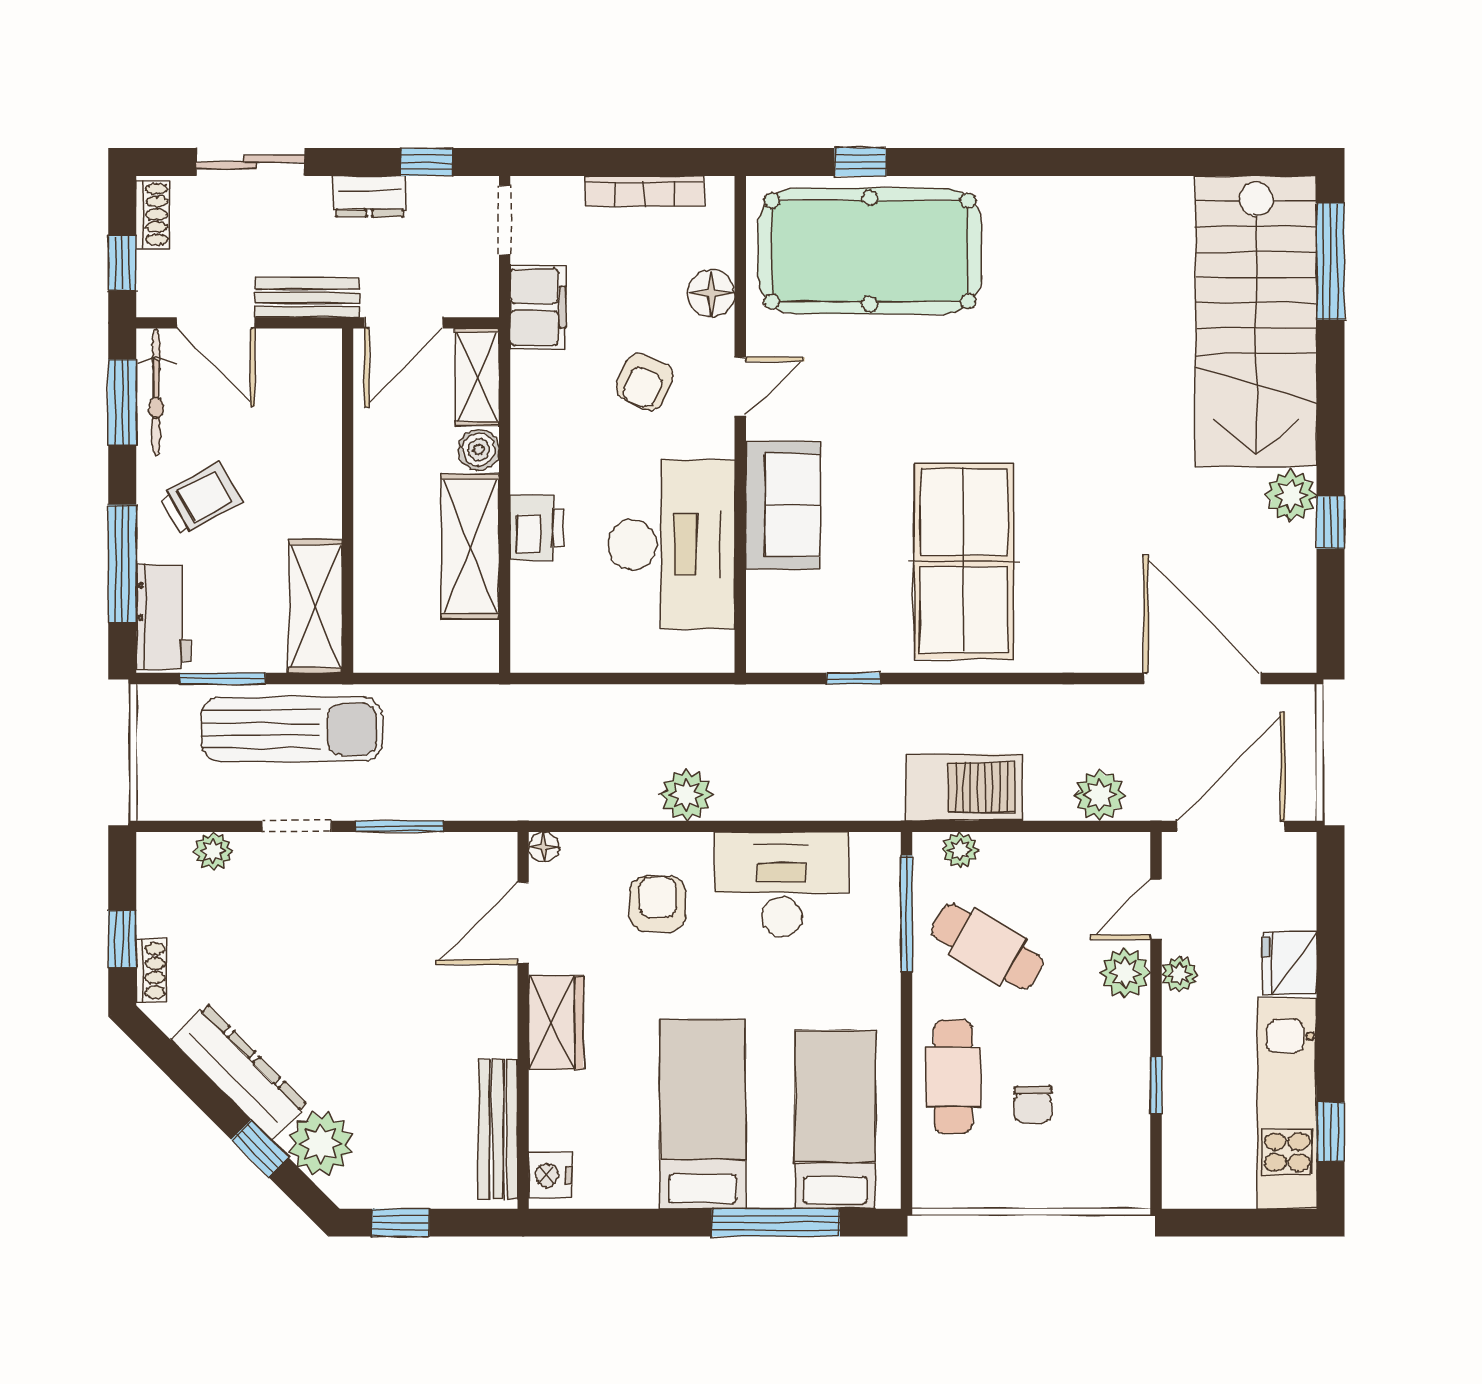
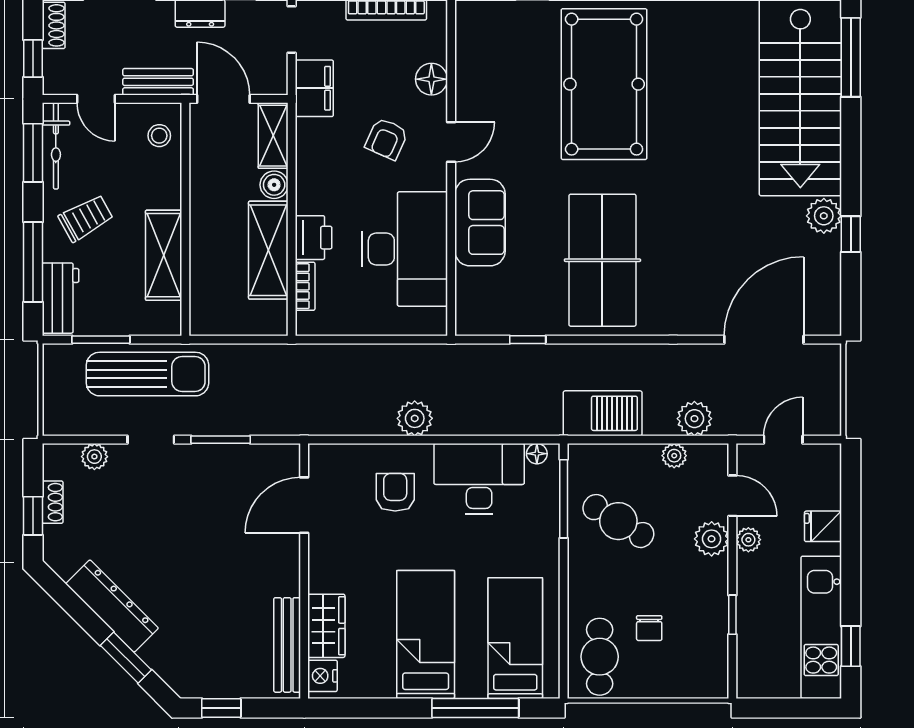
pool table: (870, 251) -> (604, 84), moved, turned 90
door: (216, 323) -> (96, 99), width x0.73
door: (404, 323) -> (223, 99), swing flipped
stool: (309, 377) -> (159, 136), added
bookcase: (525, 600) -> (305, 286), added
shelving: (315, 606) -> (164, 255), moved
door: (1202, 679) -> (764, 340), hinge flipped
door: (1231, 826) -> (783, 440), width x0.53
floor lamp: (544, 847) -> (537, 454), moved
plant: (960, 850) -> (674, 456), moved
door: (1156, 909) -> (732, 496), swing flipped
fridge: (1290, 963) -> (823, 526), width x0.72
shoe rack: (151, 971) -> (53, 502), moved
wardrobe: (556, 1023) -> (326, 626), moved
cafe table: (953, 1077) -> (600, 657), moved
plant: (321, 1144) -> (167, 654), removed
window: (260, 1148) -> (126, 658), width x1.50

